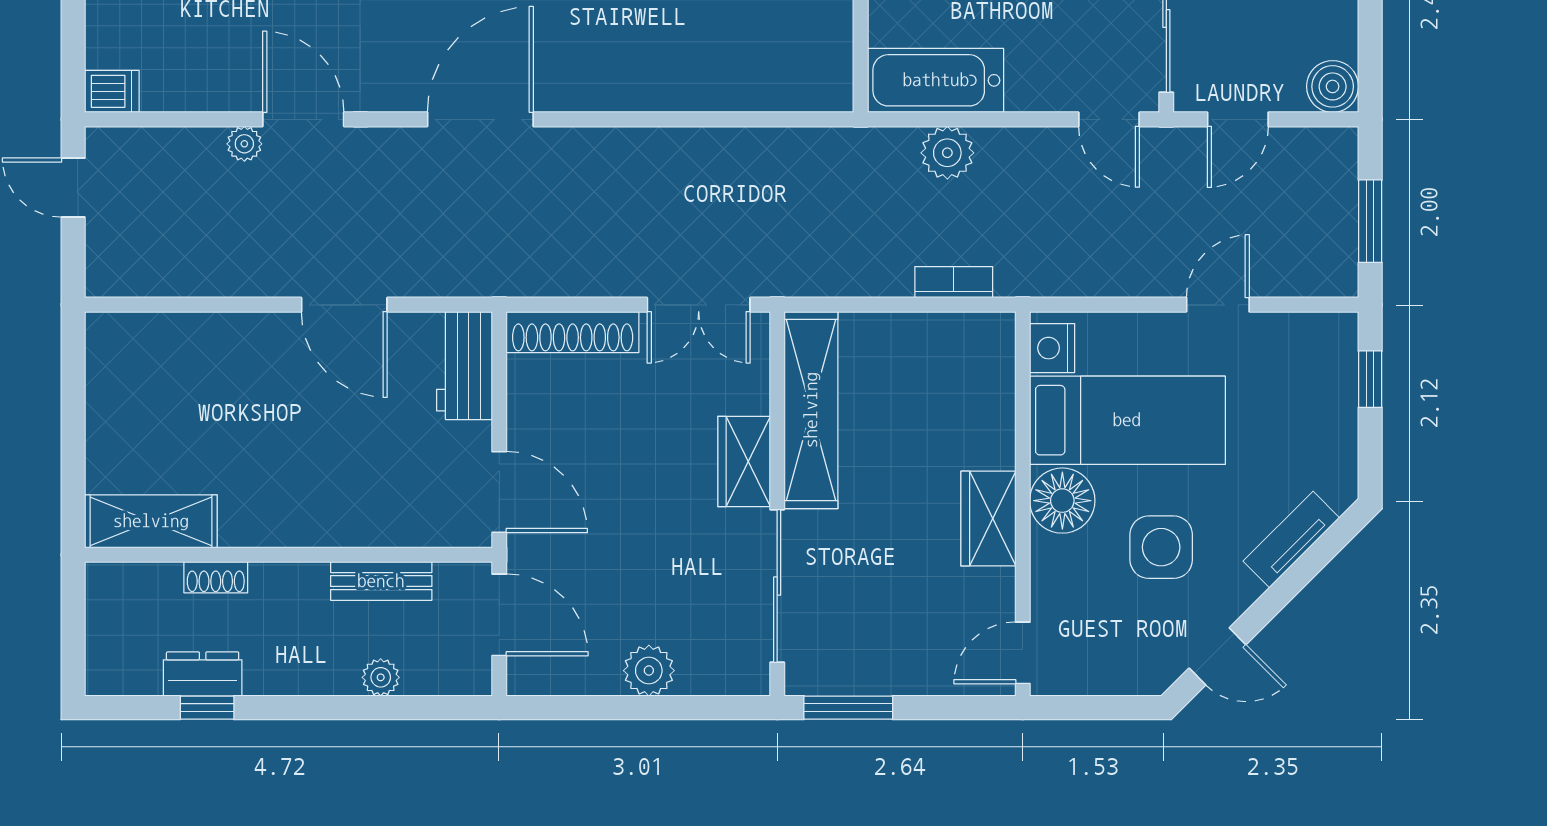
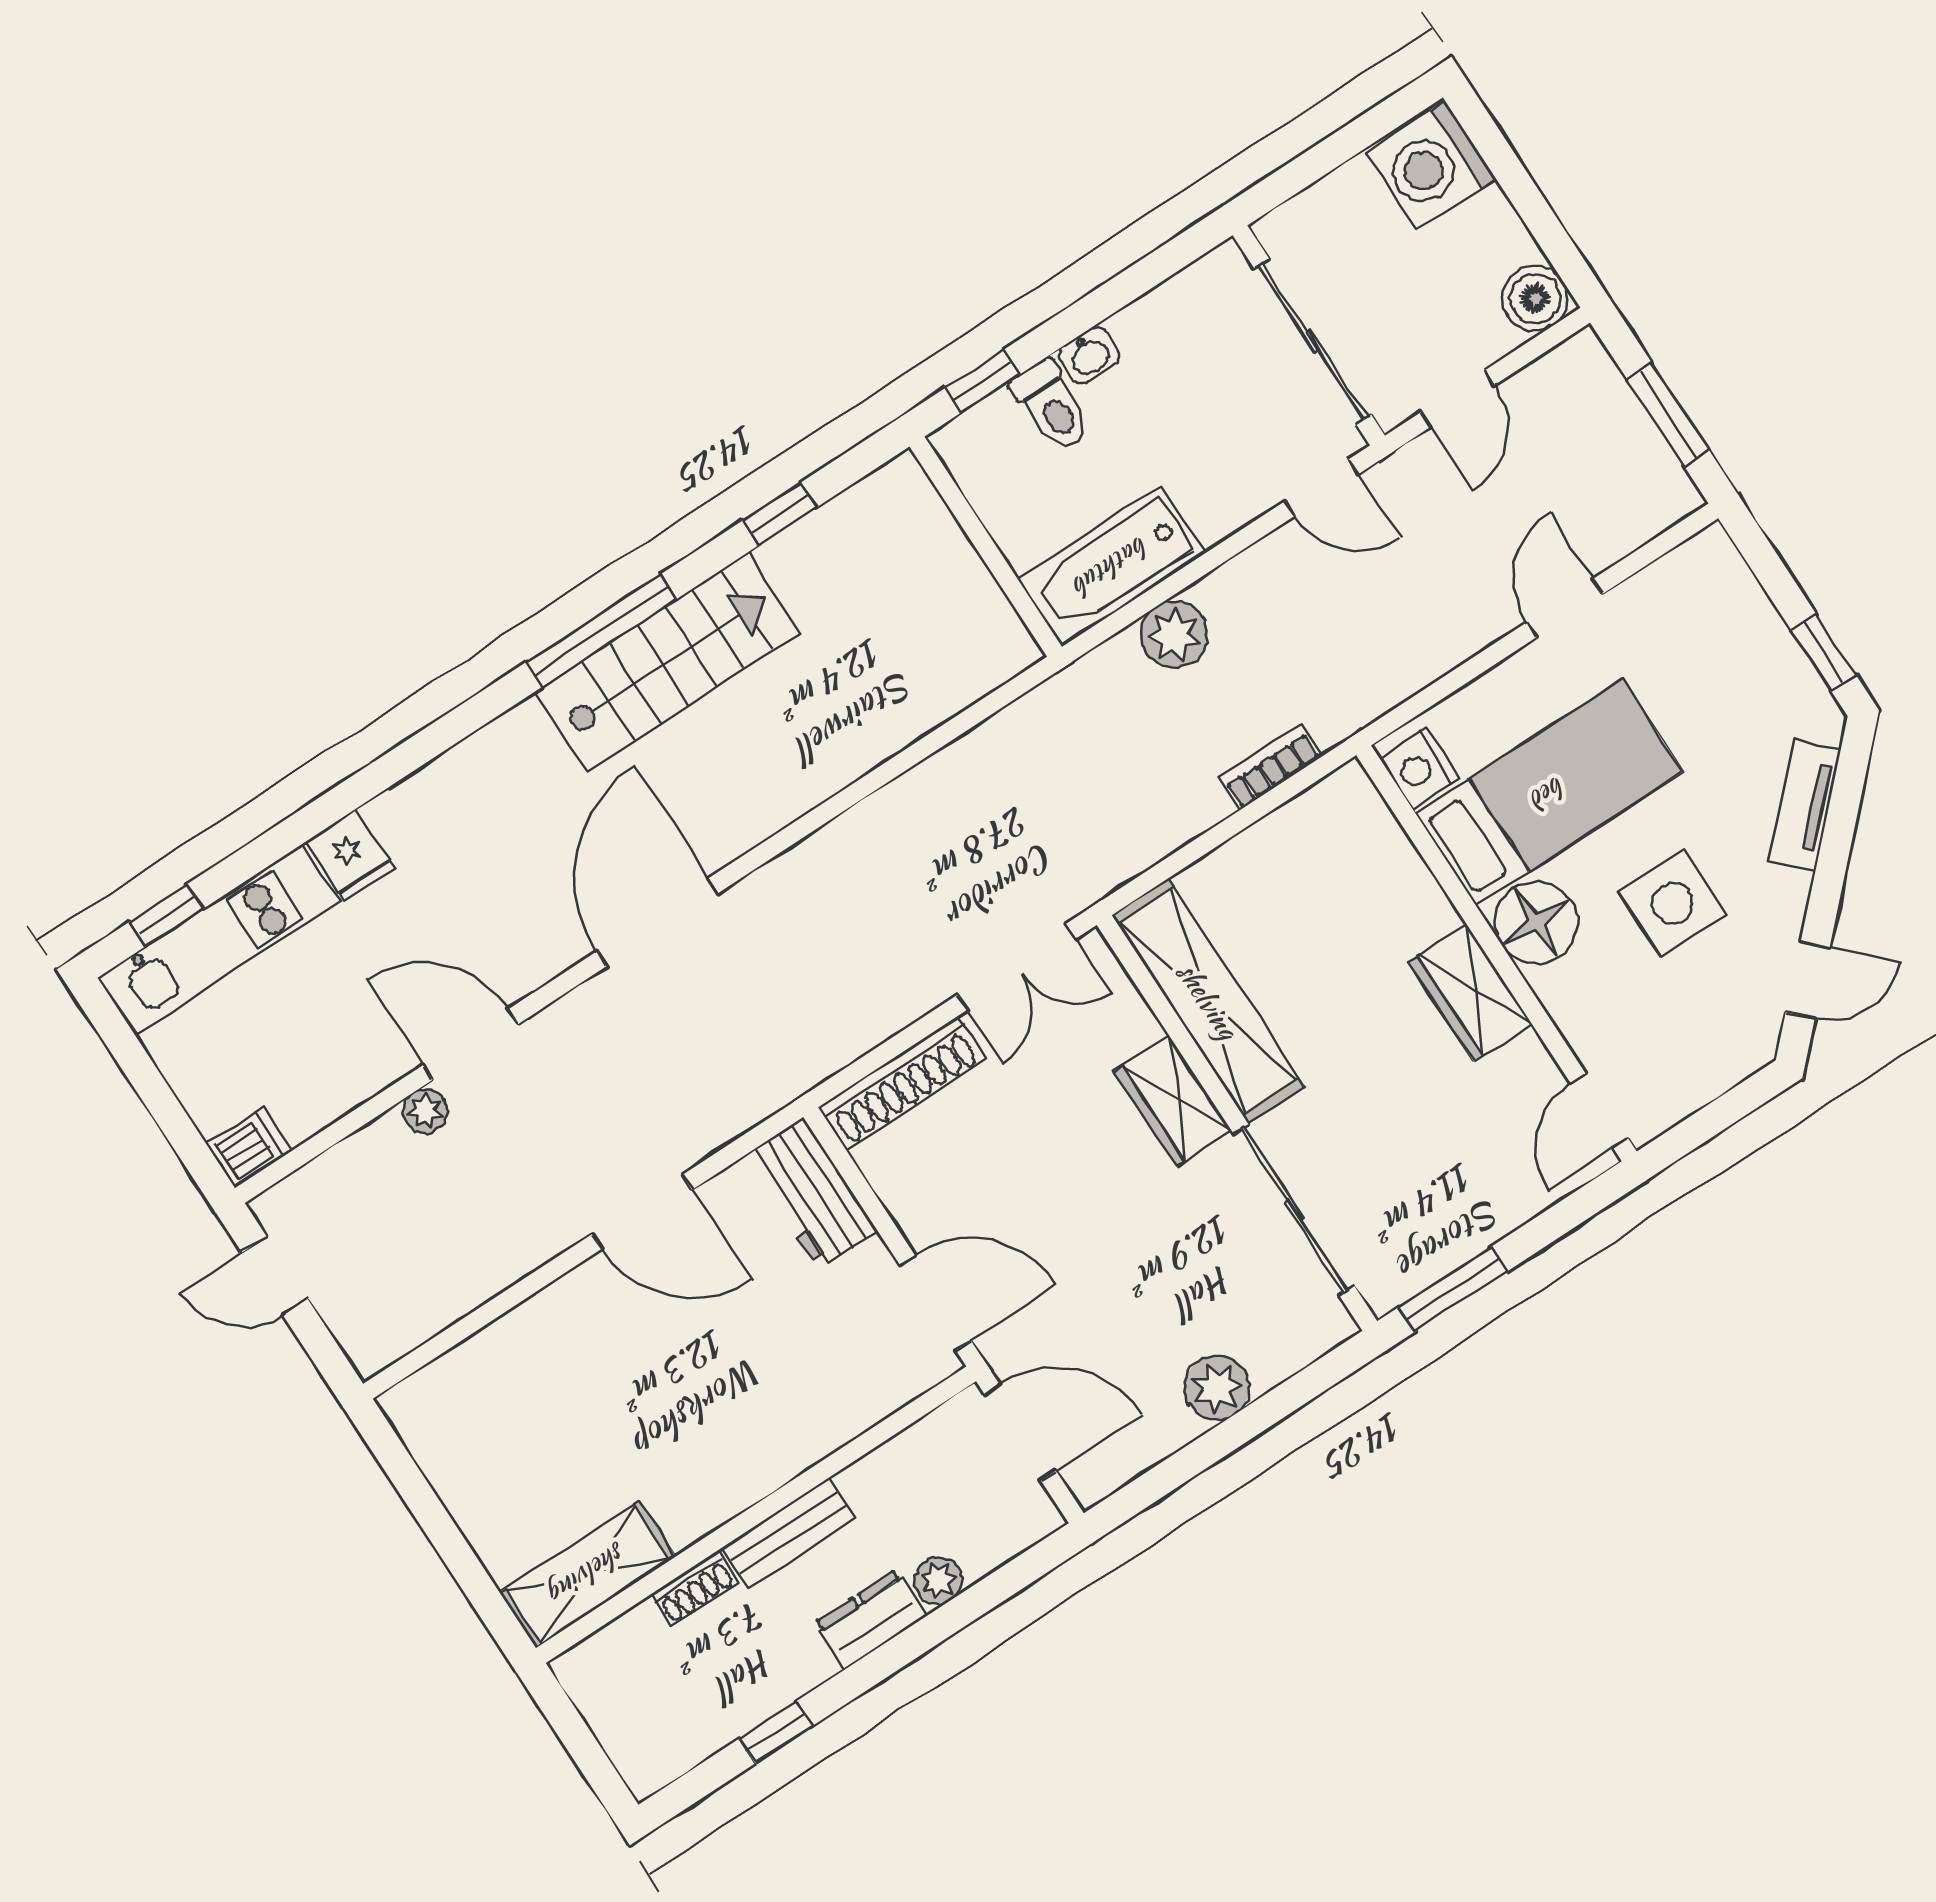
window: (1370, 379) -> (1824, 652), moved
bench: (381, 581) -> (789, 1533), moved
dresser: (203, 674) -> (871, 1619), moved

